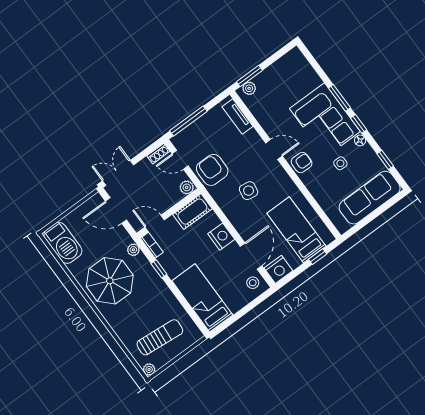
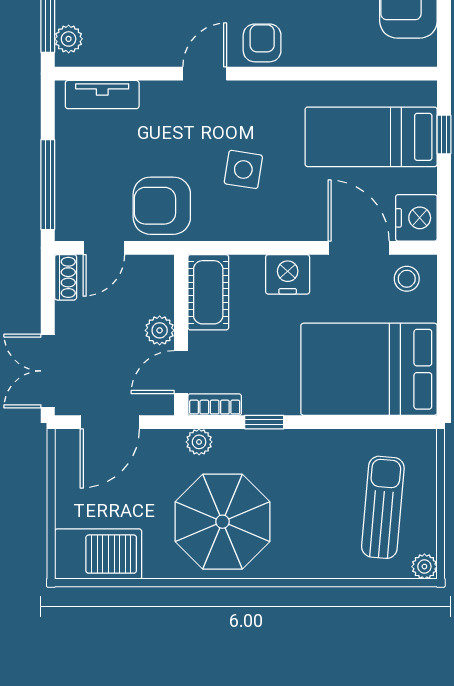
plant: (187, 187) -> (160, 330), moved
bed: (202, 298) -> (369, 369), width x1.50

